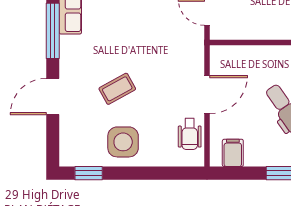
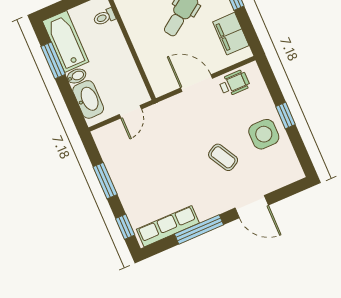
filing cabinet: (233, 153) -> (231, 34), width x2.00
window: (89, 173) -> (286, 115), moved

